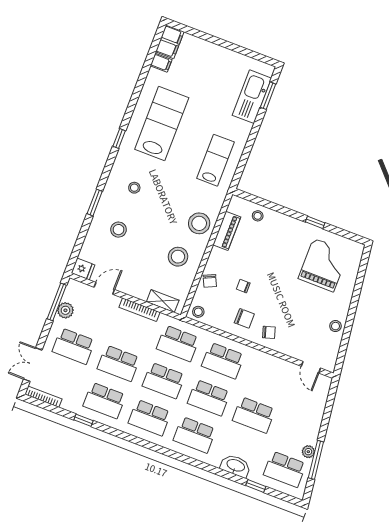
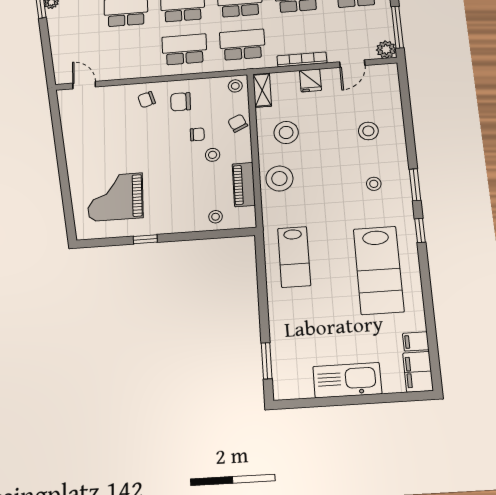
kitchen sink: (252, 97) -> (347, 380), moved, turned -90
window: (95, 203) -> (415, 185), moved
grand piano: (324, 265) -> (115, 197), turned 90
fridge: (83, 269) -> (310, 80), moved, turned -90
shelving: (163, 301) -> (262, 90), moved, turned 90
plant: (65, 310) -> (386, 49), moved
stool: (335, 326) -> (213, 155), moved

